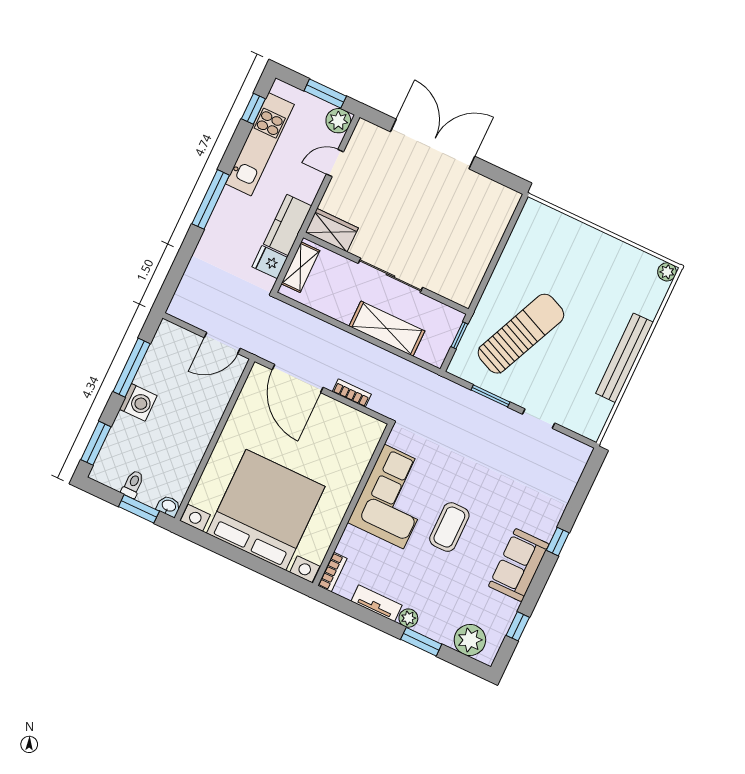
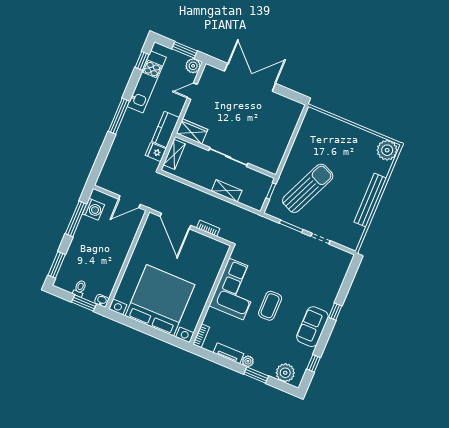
plant: (667, 272) -> (387, 150), width x1.88, depth x1.88
shelving: (387, 329) -> (227, 191), width x0.67, depth x0.75
washing machine: (138, 402) -> (93, 209), moved

